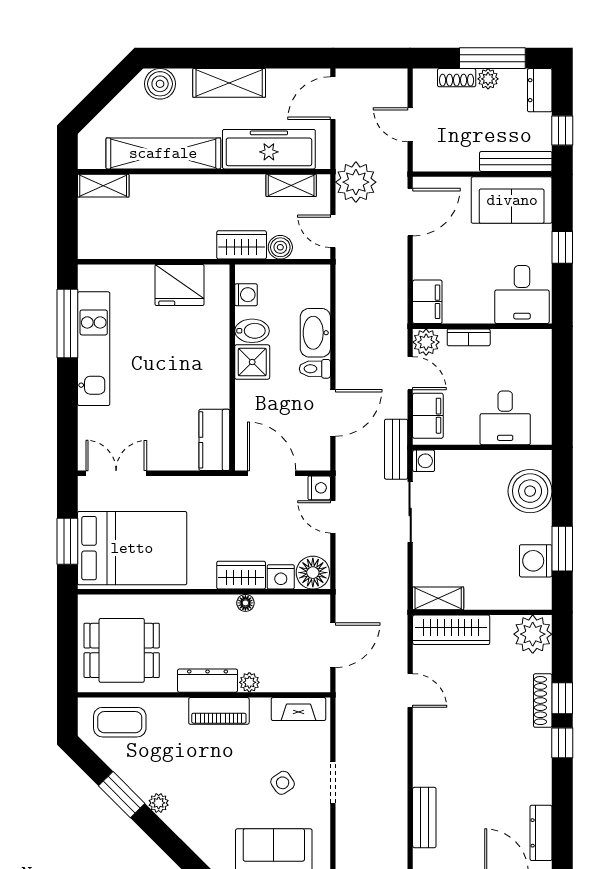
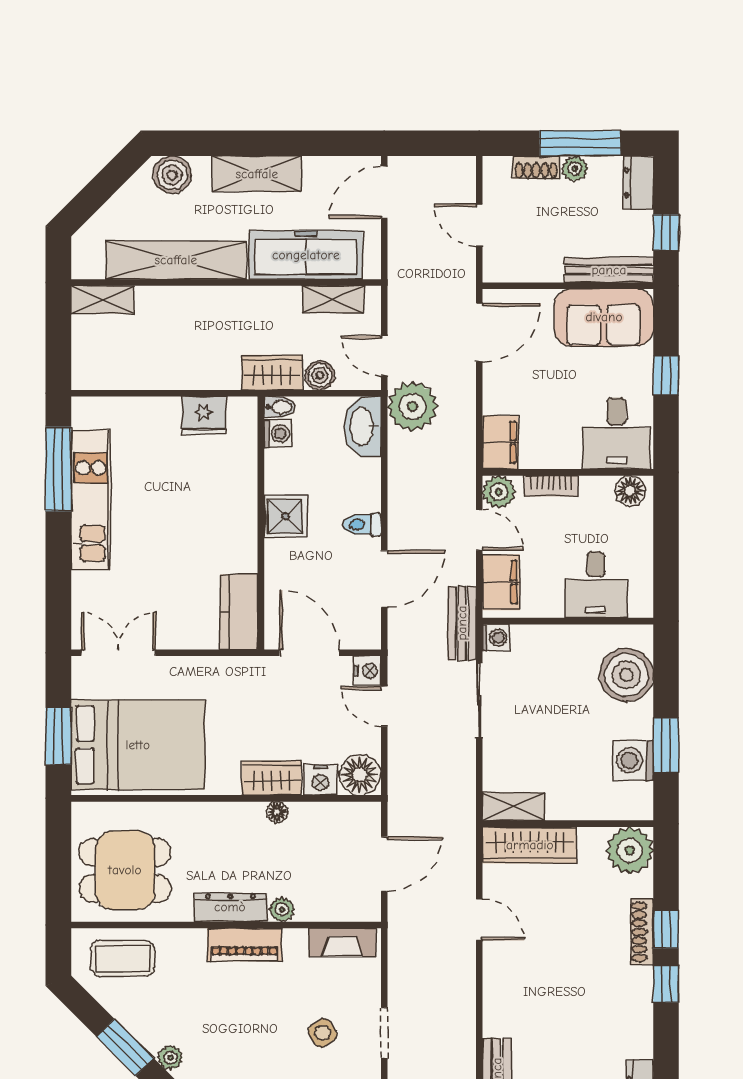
plant: (356, 182) -> (413, 406), moved
fridge: (179, 285) -> (204, 415), width x0.73, depth x0.75
bidet: (252, 331) -> (280, 407), moved, width x0.72, depth x0.74
washbasin: (315, 333) -> (363, 426), moved
floor lamp: (533, 341) -> (630, 491), added

